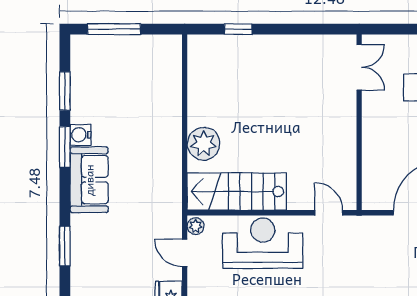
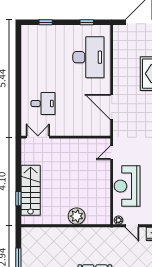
stairs: (237, 192) -> (31, 190), moved, turned 180
door: (185, 253) -> (132, 226), hinge flipped

